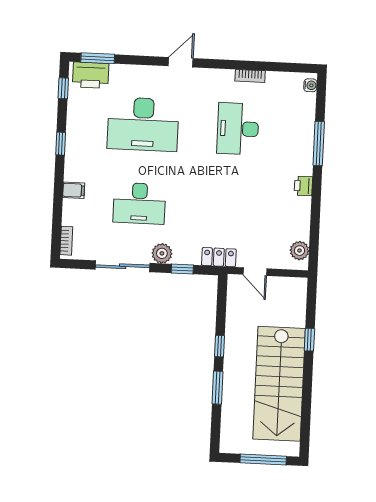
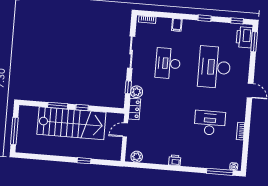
window: (319, 144) -> (220, 172), moved
plant: (162, 253) -> (137, 92), moved
stairs: (279, 384) -> (71, 123), moved, turned 180

